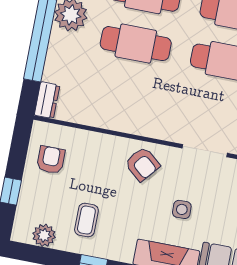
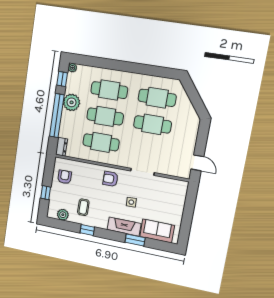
cafe table: (126, 93) -> (101, 142), added
armchair: (142, 164) -> (110, 179), turned 140

